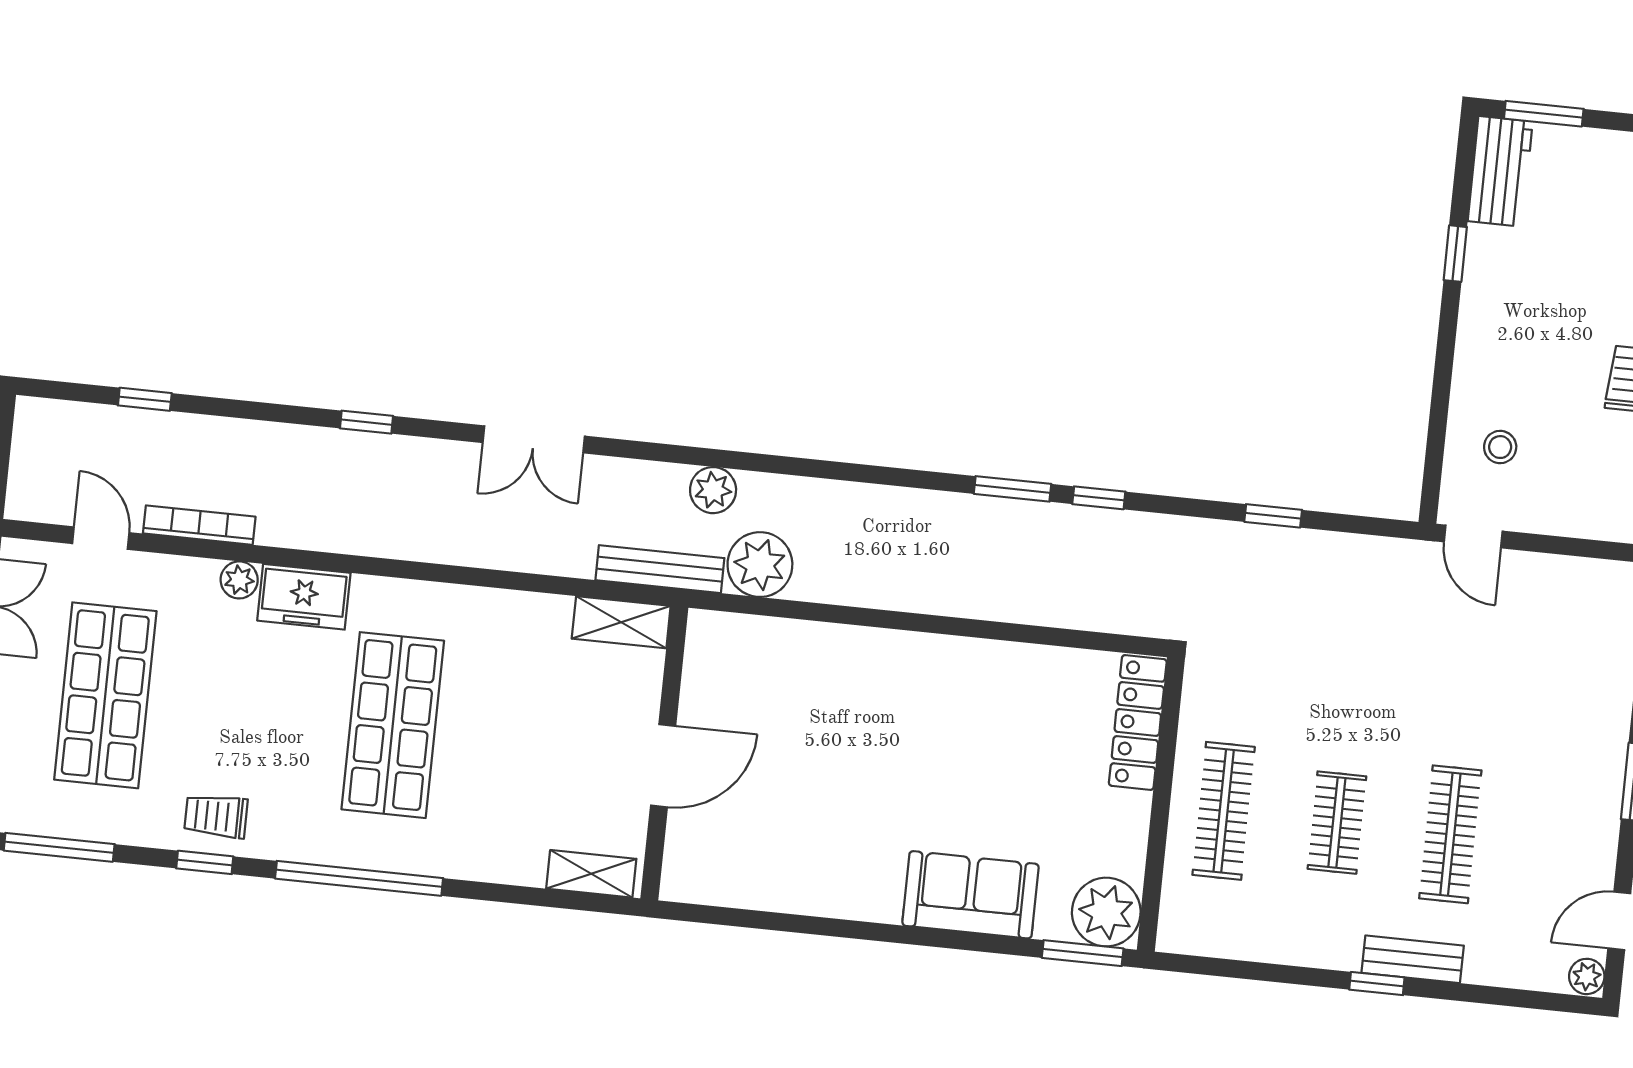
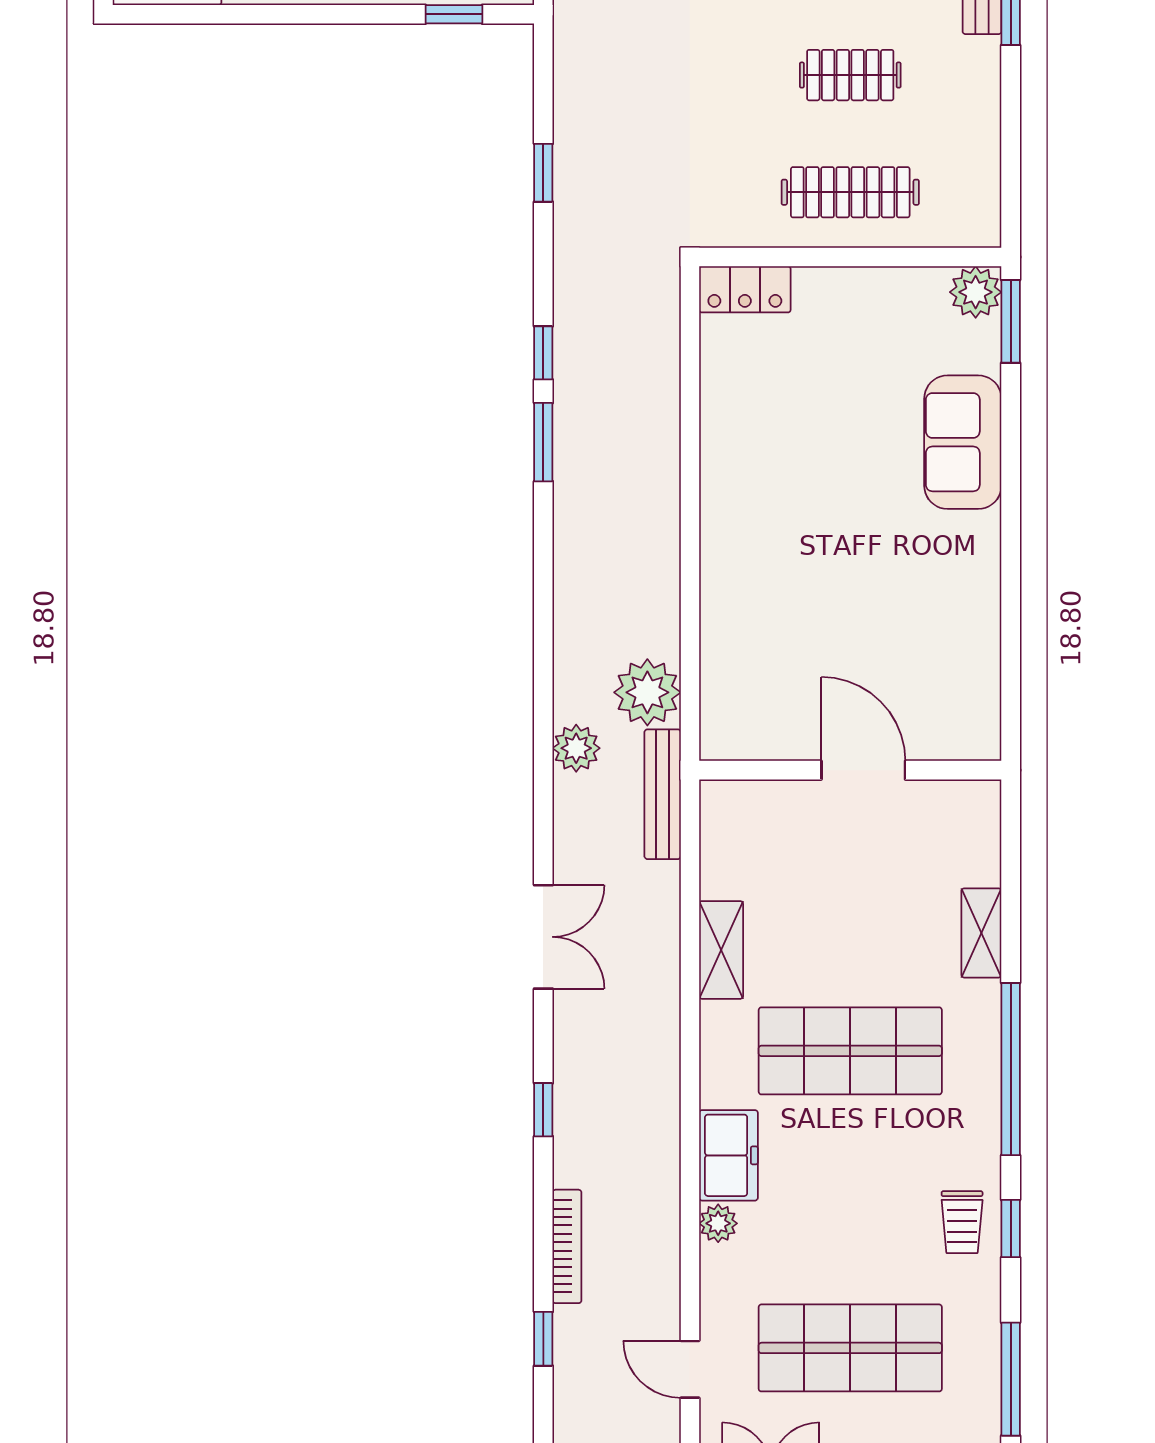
window: (1455, 254) -> (454, 14), moved
bookcase: (199, 525) -> (567, 1246), moved, turned 180
door: (101, 538) -> (690, 1369), hinge flipped
shelving: (621, 622) -> (721, 950), moved
locker: (1138, 722) -> (745, 289), width x0.66
shelving: (591, 874) -> (981, 933), moved
plant: (1106, 912) -> (976, 292), width x0.73, depth x0.73

